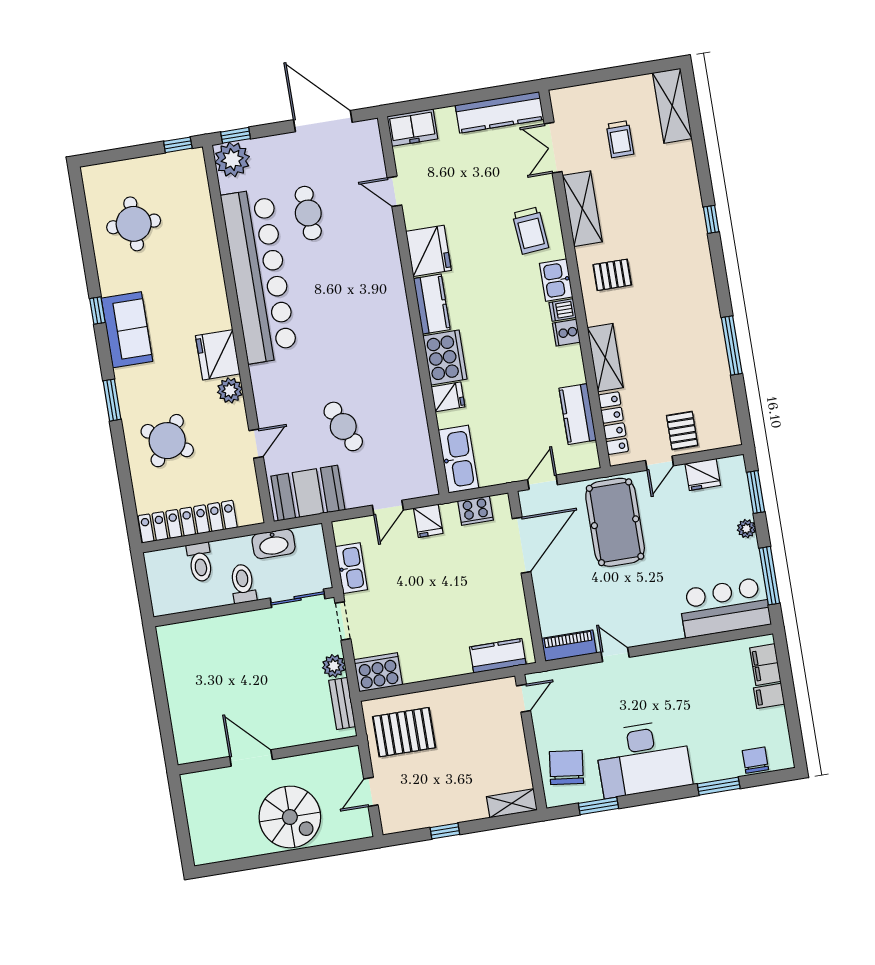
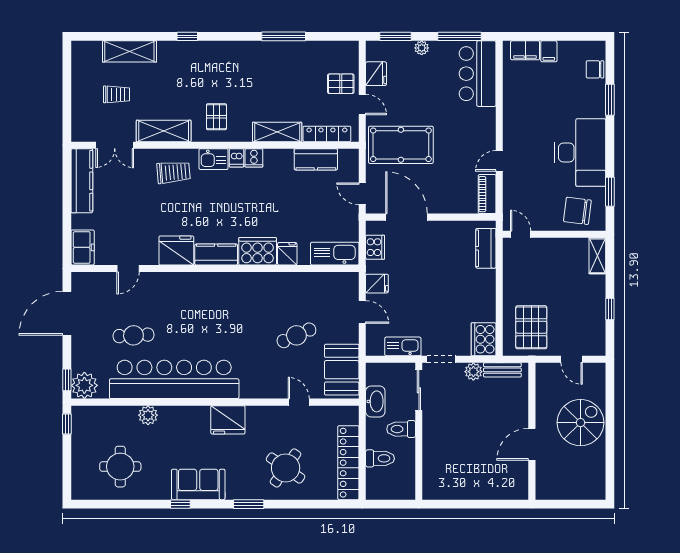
shelving: (672, 106) -> (129, 51), moved
plant: (230, 390) -> (148, 415), moved

